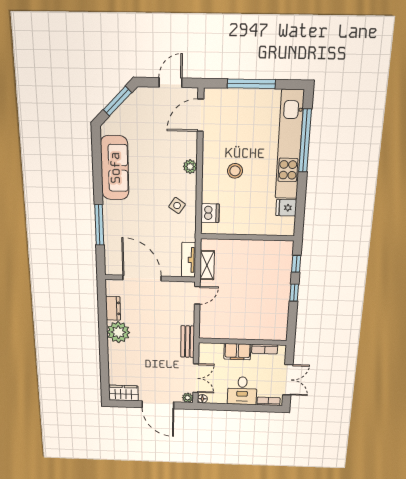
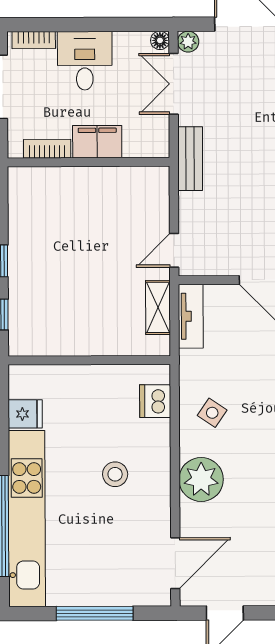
plant: (190, 167) -> (201, 479), width x1.87, depth x1.87

